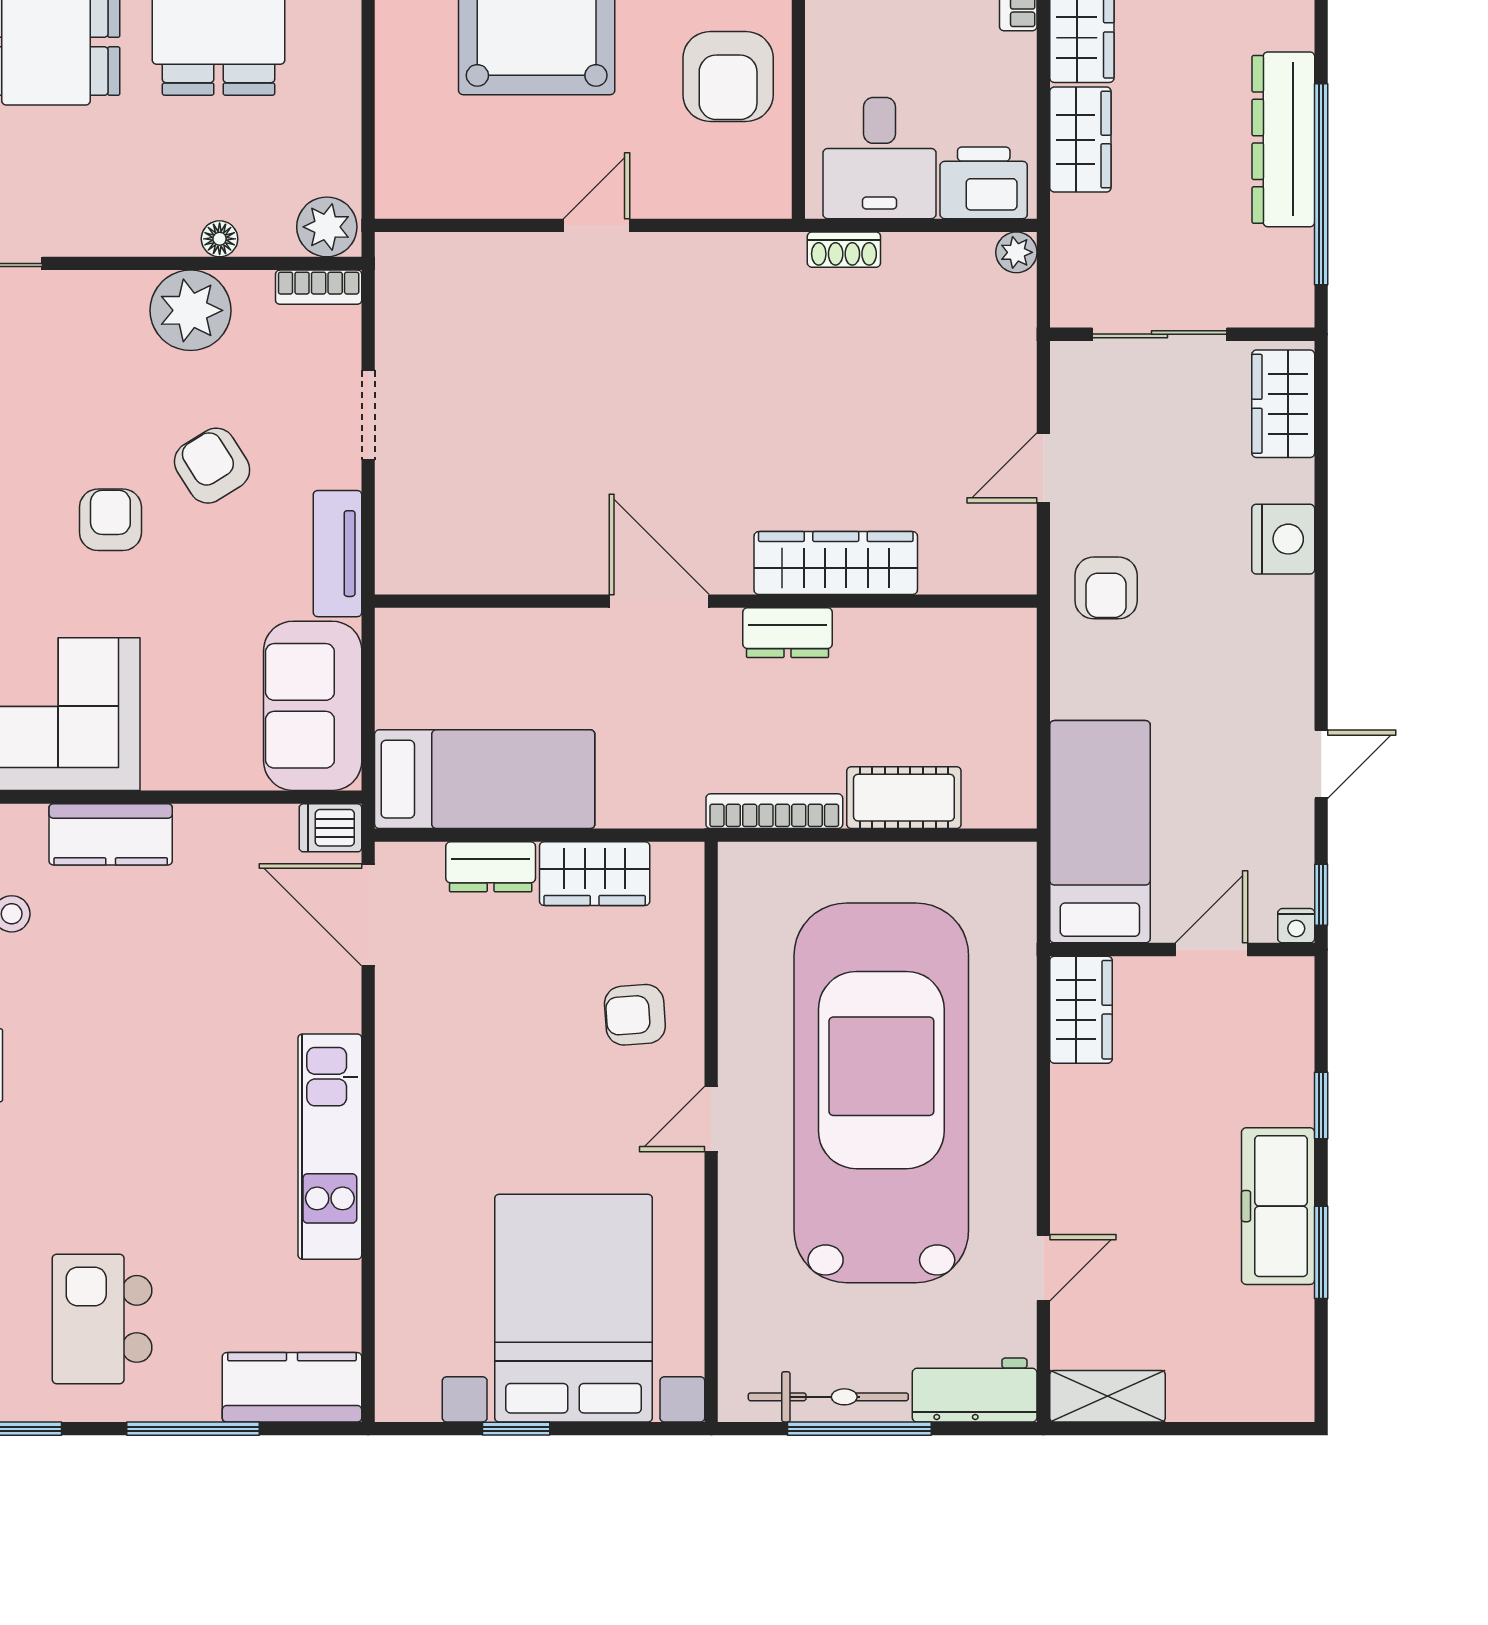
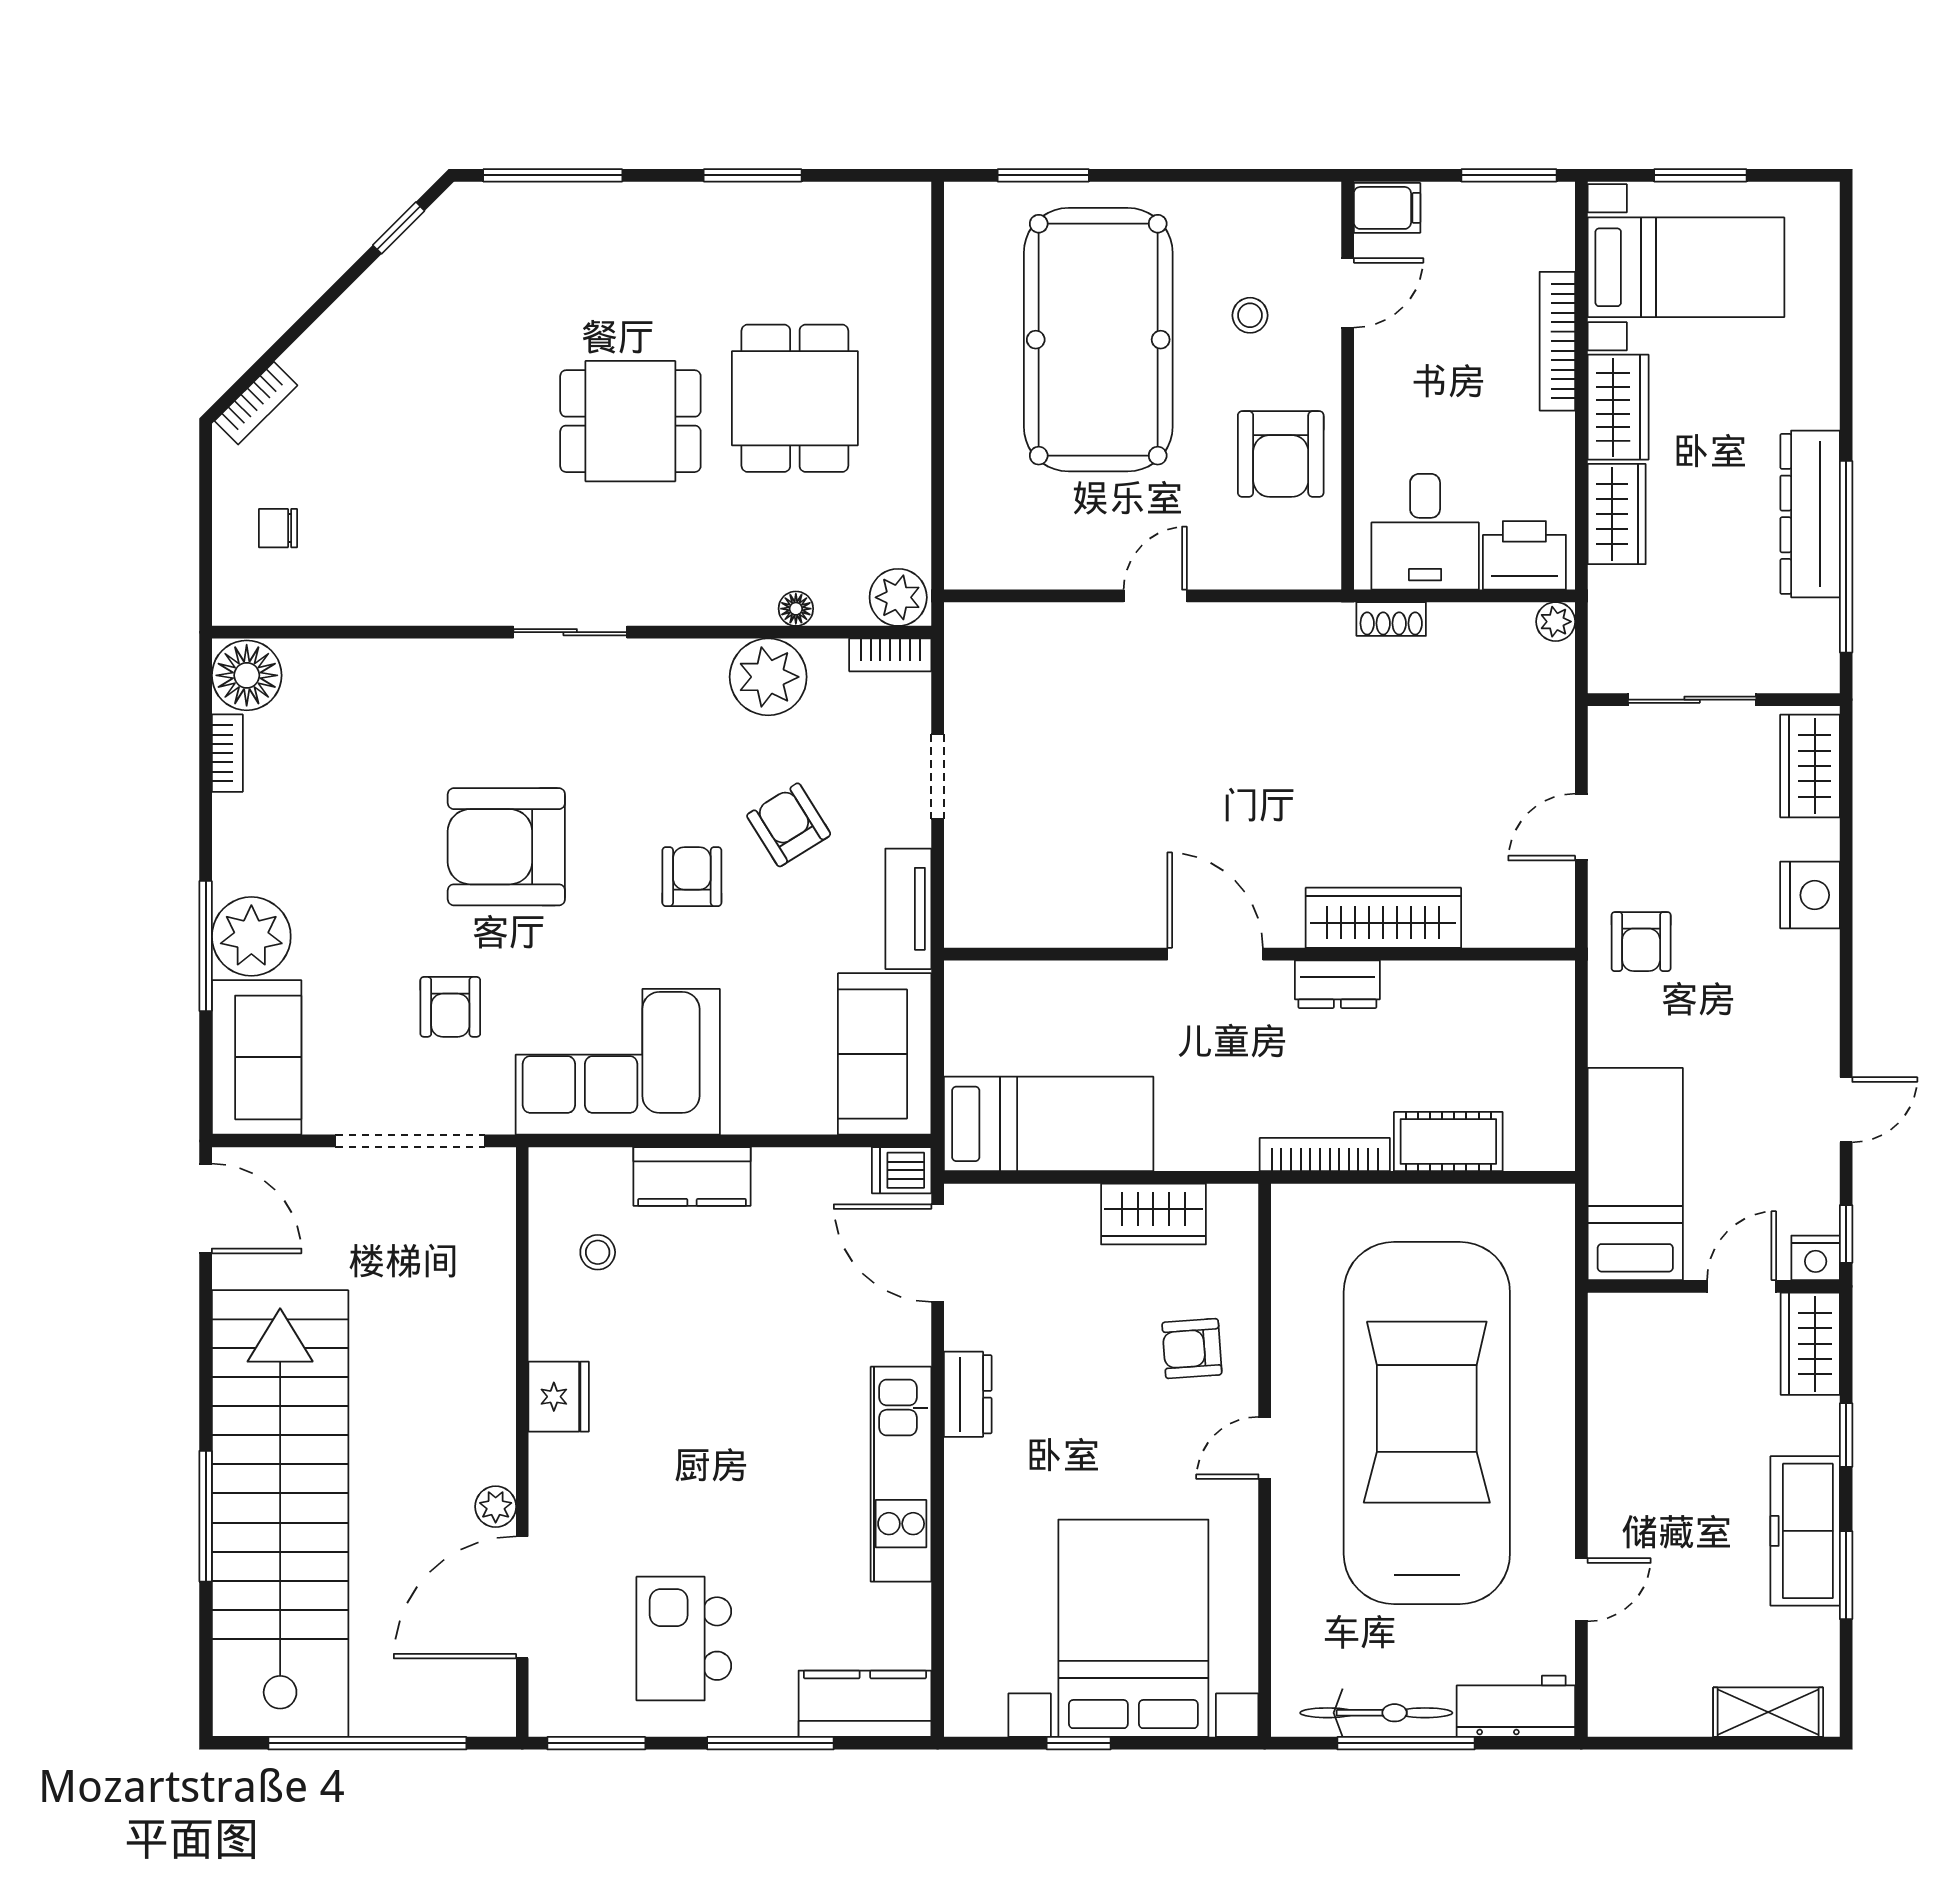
dresser: (491, 867) -> (968, 1394), moved, turned -90
nightstand: (1296, 926) -> (1816, 1258), width x1.39, depth x1.35
wardrobe: (1081, 1010) -> (1810, 1344), moved, turned 180
shelving: (1108, 1396) -> (1768, 1712), moved

